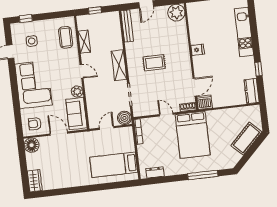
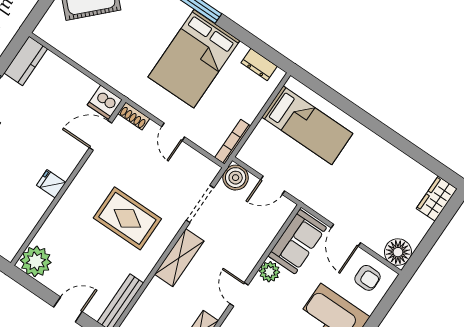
rug: (154, 63) -> (127, 218), width x1.36, depth x1.43
bed: (193, 135) -> (194, 59), moved, turned 180

